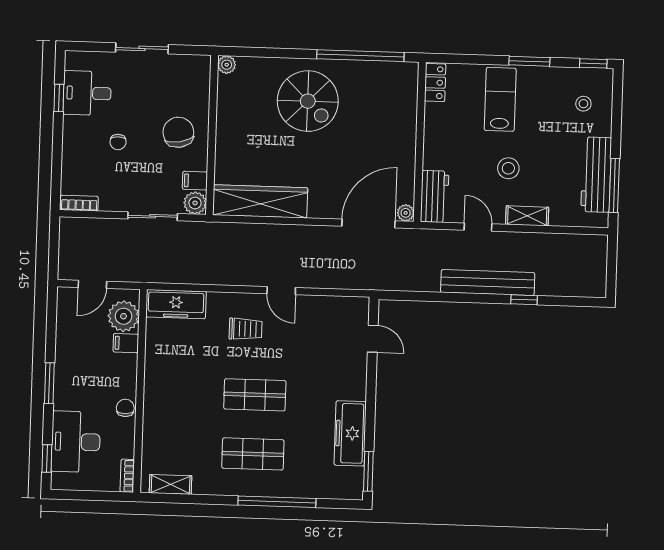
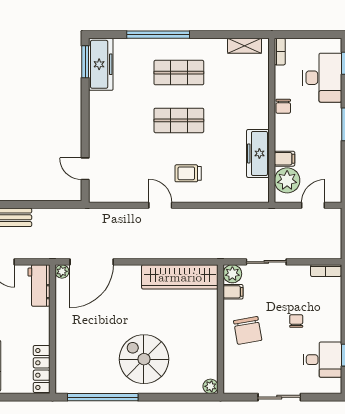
locker: (435, 83) -> (42, 369), width x1.53
freezer: (176, 304) -> (258, 153), moved, turned -90
freezer: (350, 433) -> (101, 64), moved

